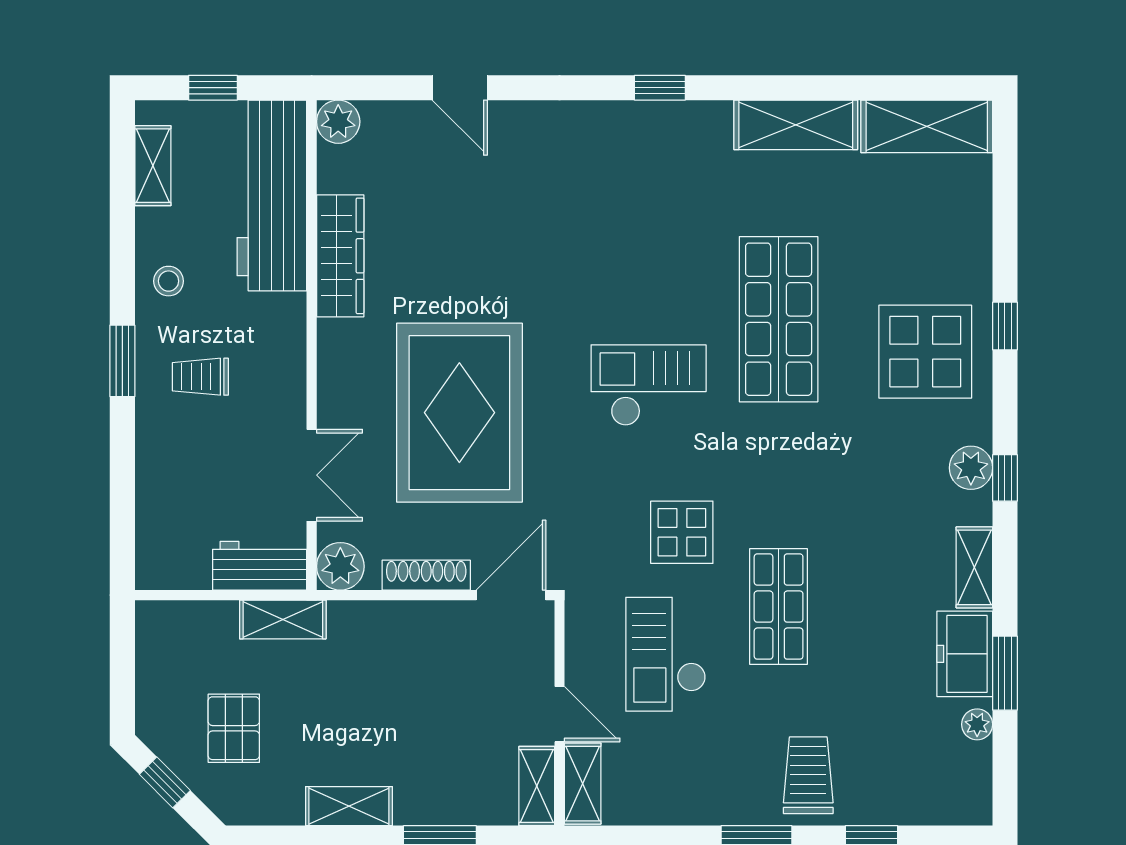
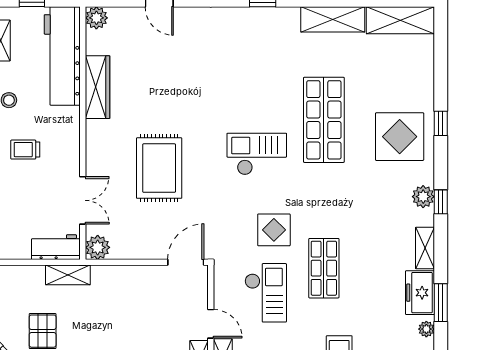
rug: (459, 413) -> (159, 168), width x0.73, depth x0.69
shoe rack: (426, 575) -> (142, 252), removed
checkout: (666, 654) -> (266, 293), turned 180

